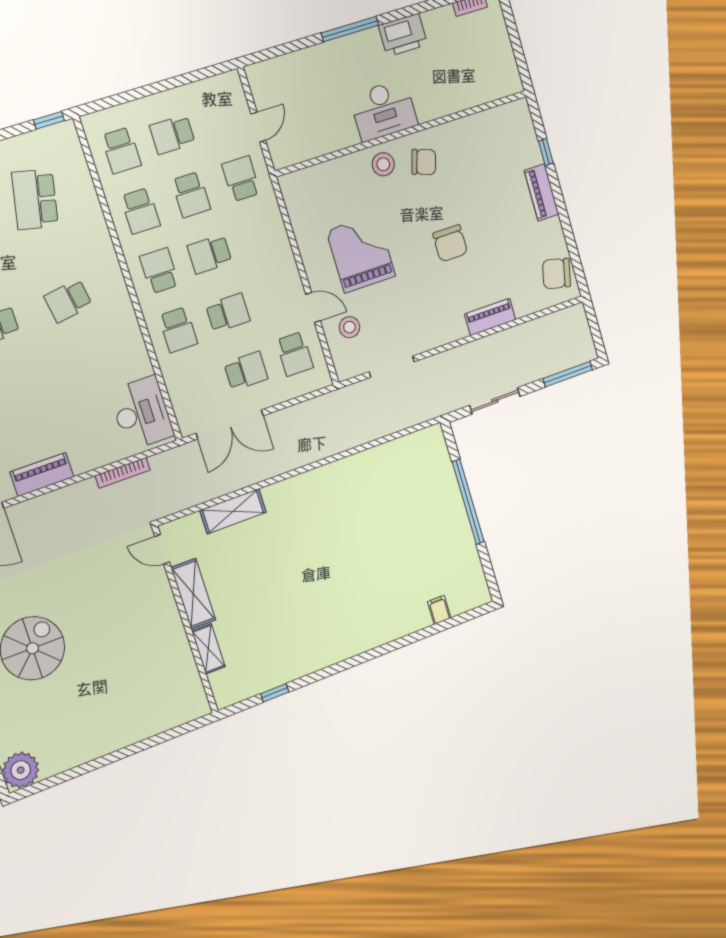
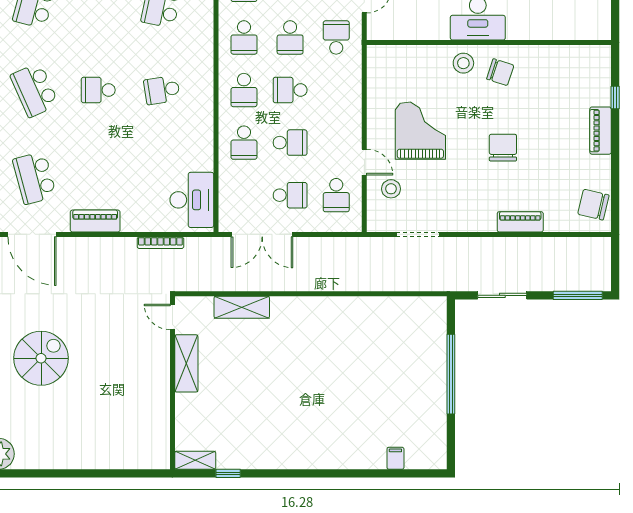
chair: (450, 243) -> (503, 148), turned 180
school desk: (159, 271) -> (244, 90), turned 180
shelving: (208, 649) -> (195, 460), moved, turned 90

